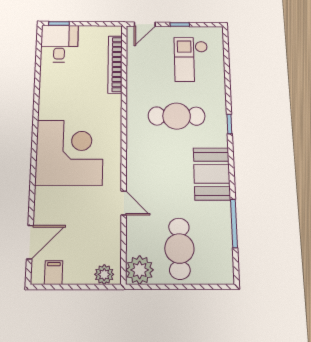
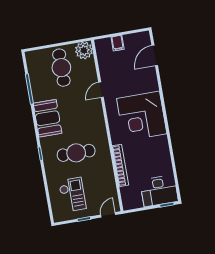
desk: (59, 44) -> (159, 191), width x1.37
bookcase: (115, 64) -> (120, 165), moved
door: (124, 203) -> (101, 90), hinge flipped
filing cabinet: (54, 273) -> (118, 43), moved
plant: (104, 274) -> (105, 44), removed

